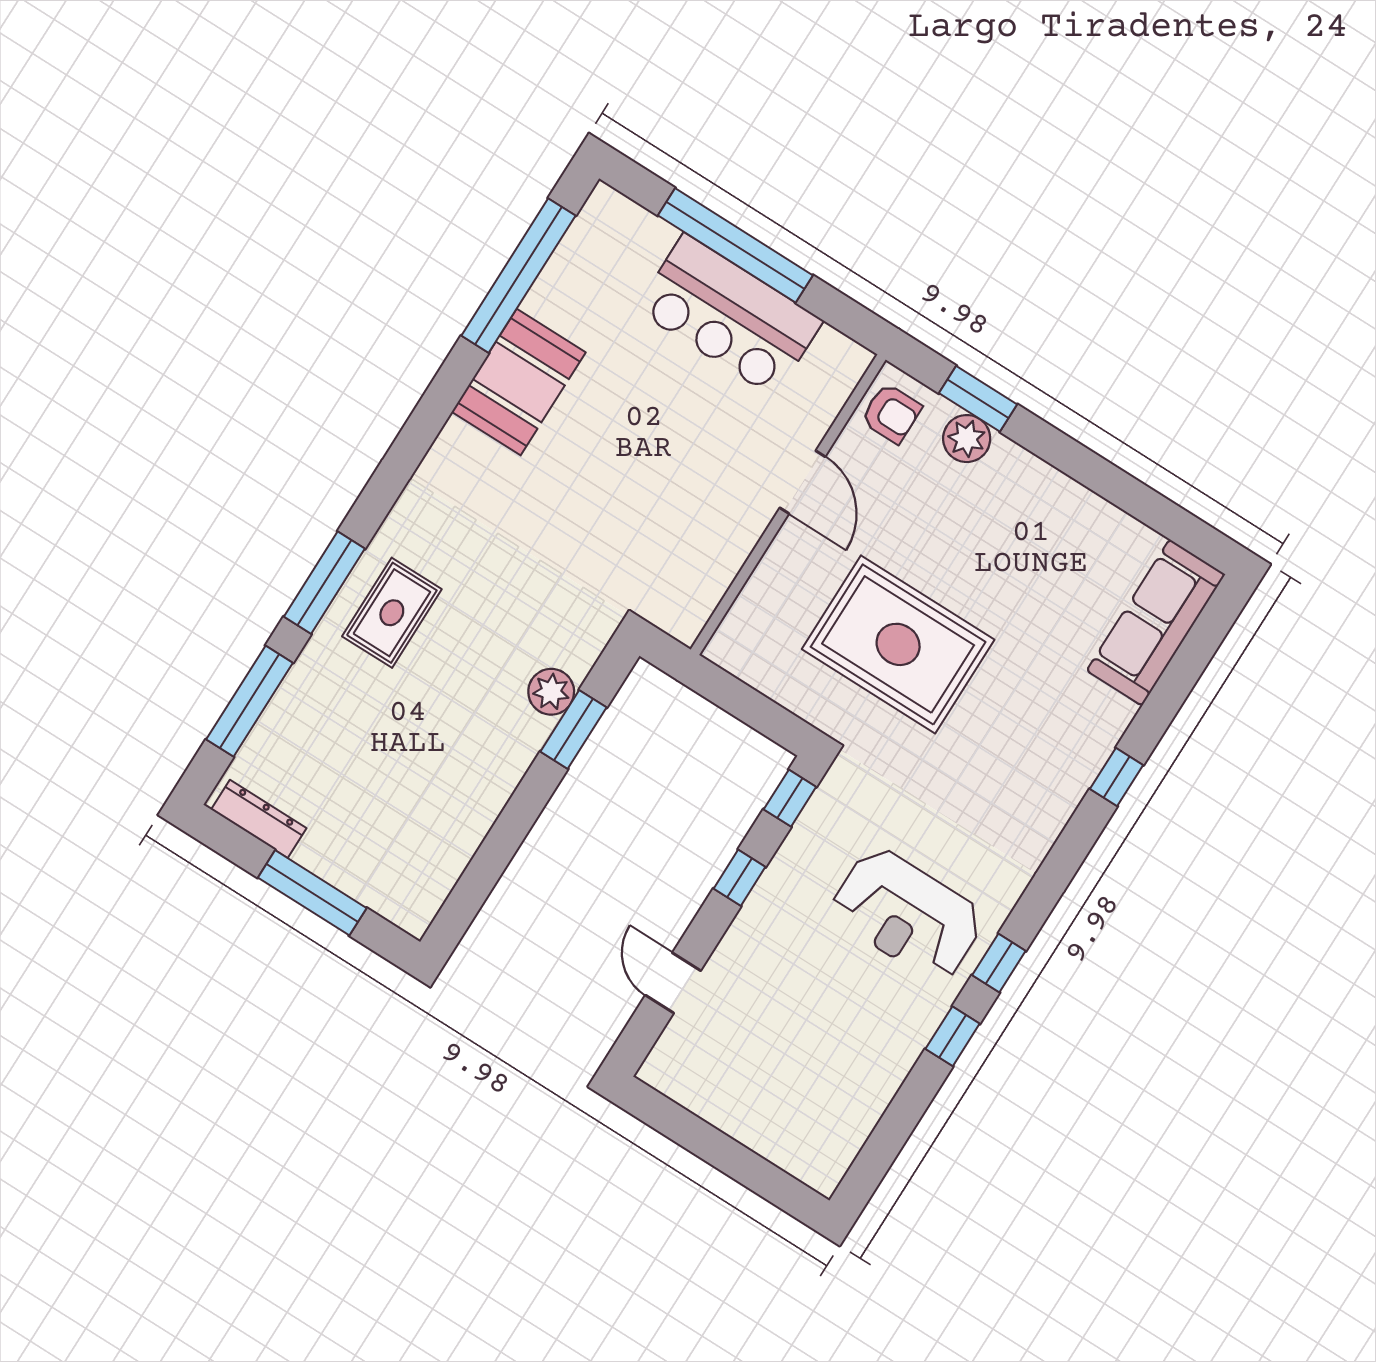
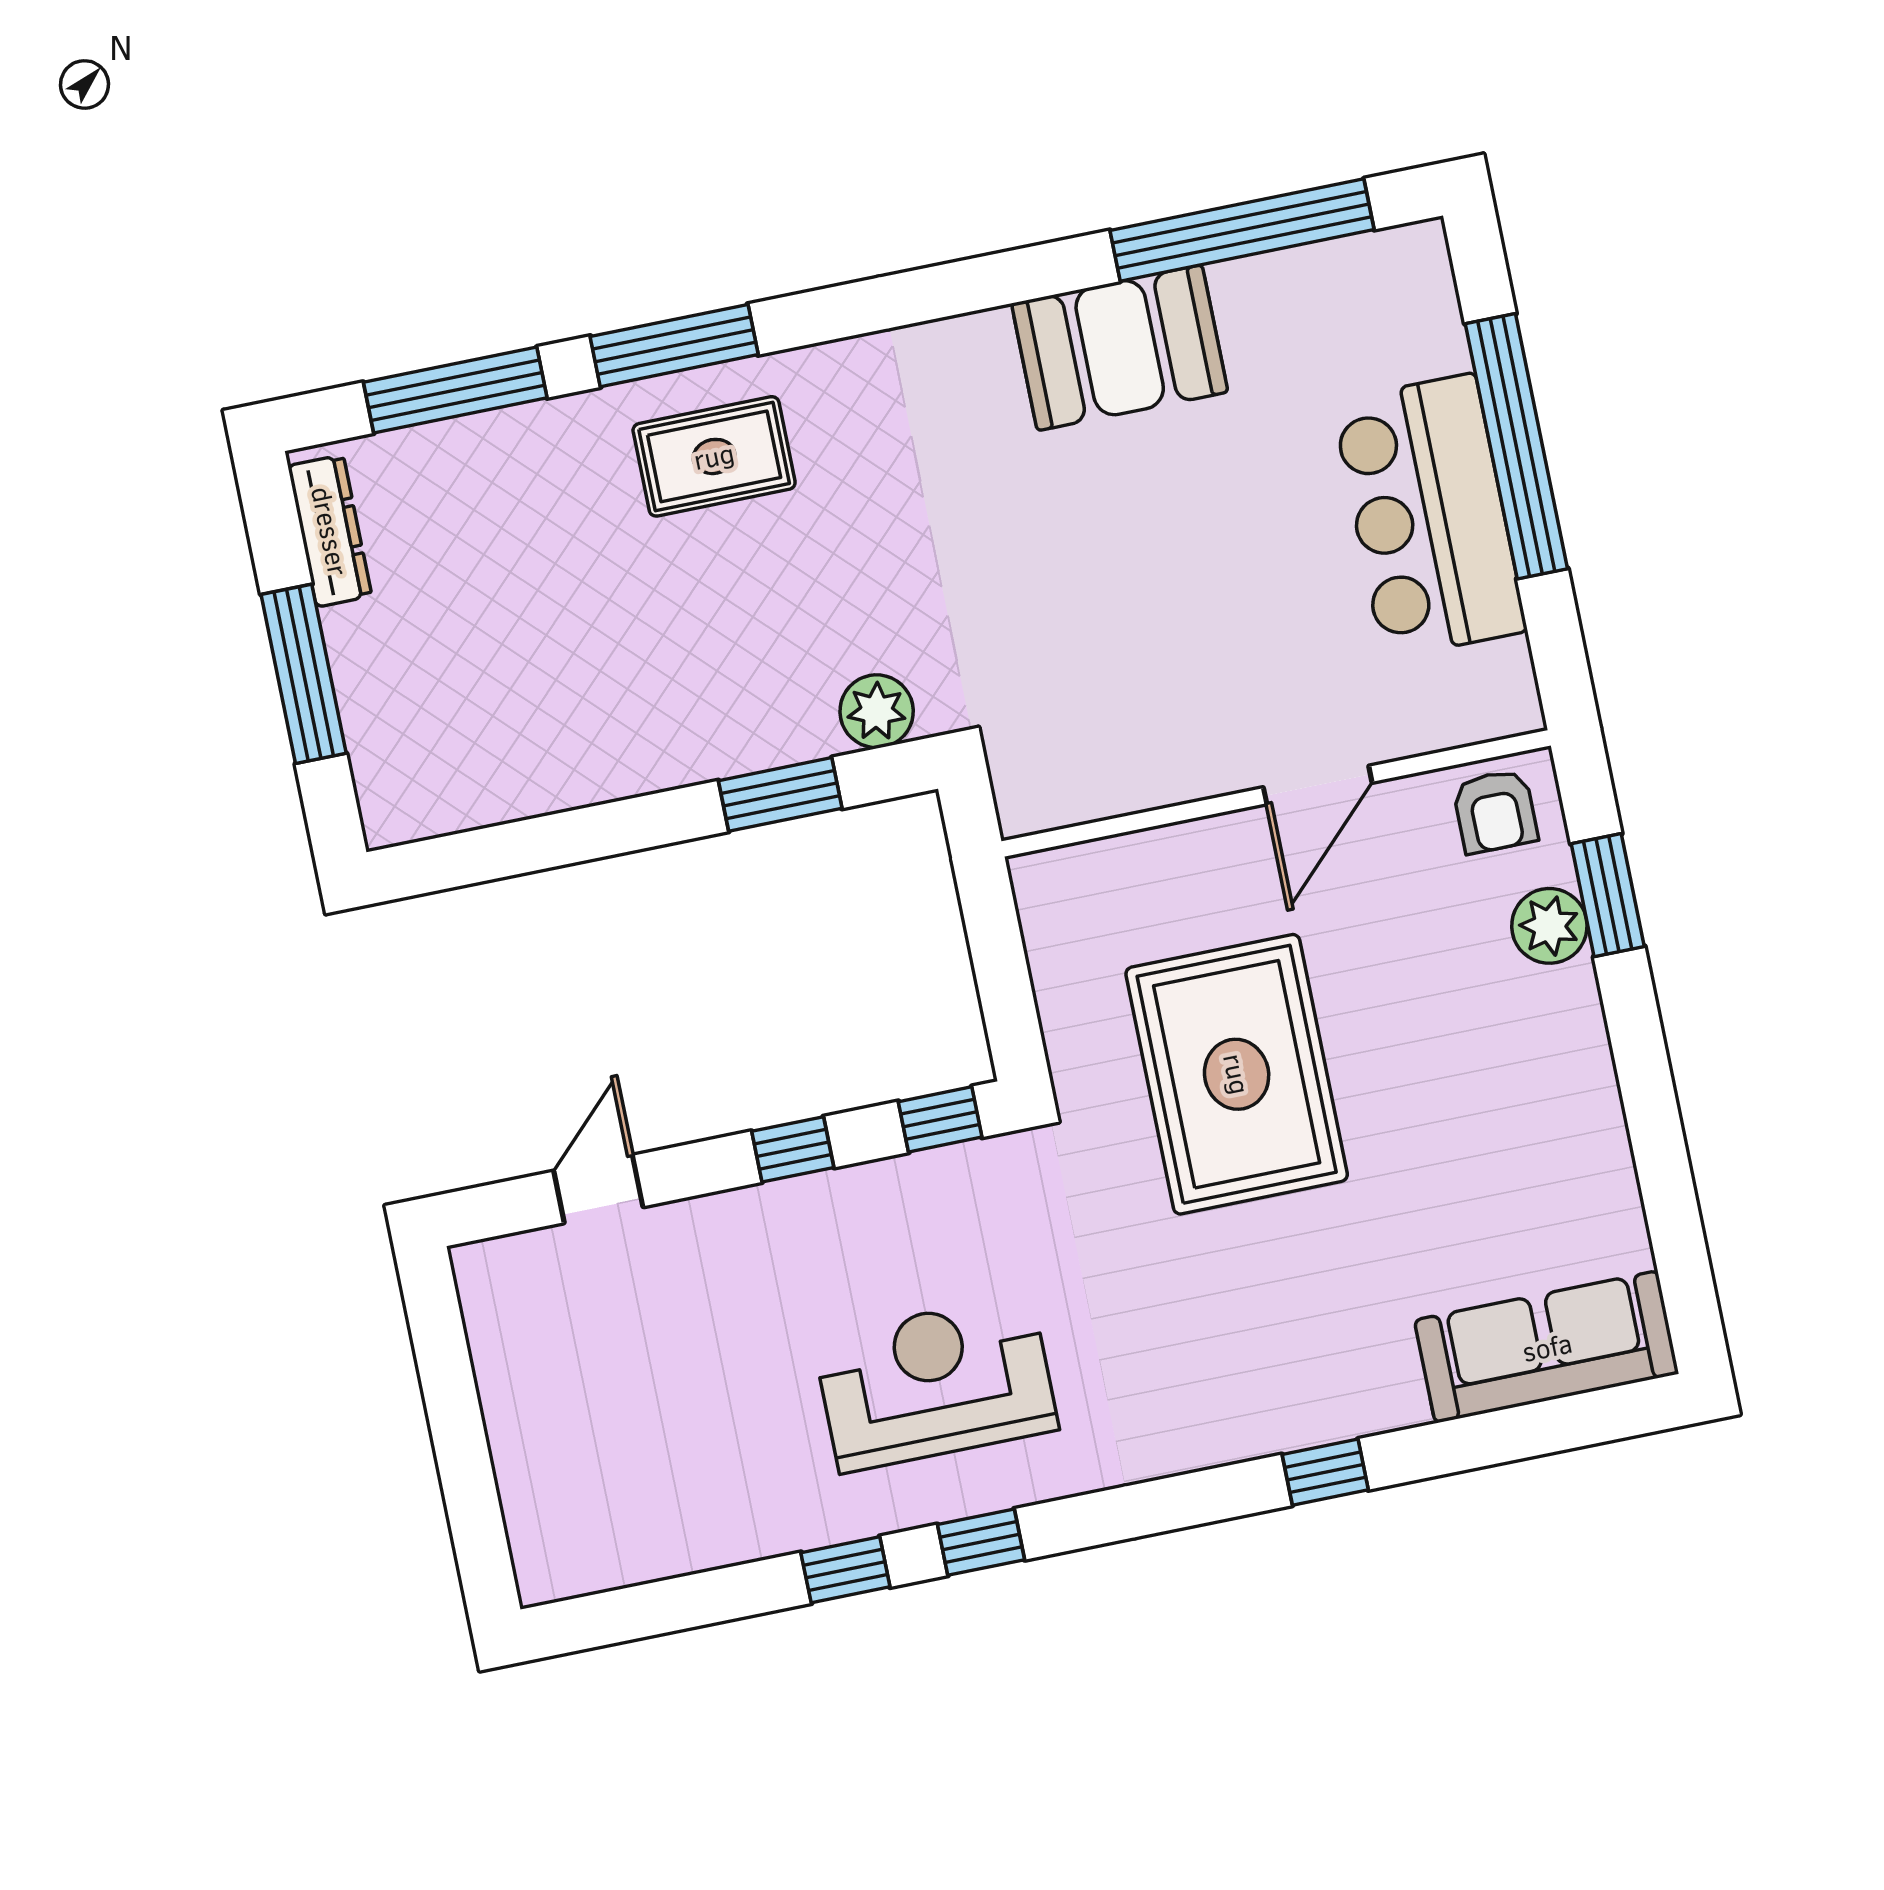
plant: (551, 692) -> (877, 711), moved
reception desk: (907, 915) -> (936, 1383), turned 90

